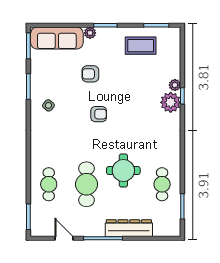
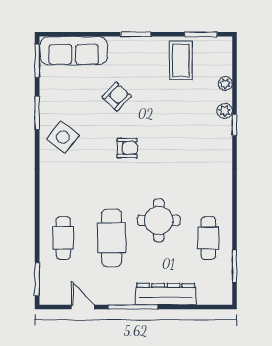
plant: (90, 33) -> (116, 44), removed
coffee table: (141, 46) -> (181, 60), turned 90
armchair: (90, 74) -> (117, 97), turned 134
plant: (171, 102) -> (225, 84), moved, width x0.53, depth x0.53
side table: (48, 105) -> (63, 137), width x1.87, depth x1.87

